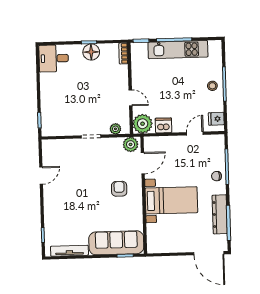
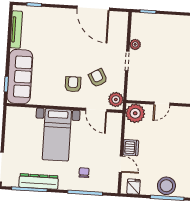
stool: (212, 86) -> (166, 186), width x1.89, depth x1.89
dishwasher: (164, 125) -> (131, 148), moved
plant: (115, 129) -> (135, 44), moved
armchair: (111, 164) -> (98, 78), added
door: (41, 176) -> (93, 8), width x1.87
chair: (217, 176) -> (84, 173), moved
armchair: (119, 189) -> (73, 84), turned -90

